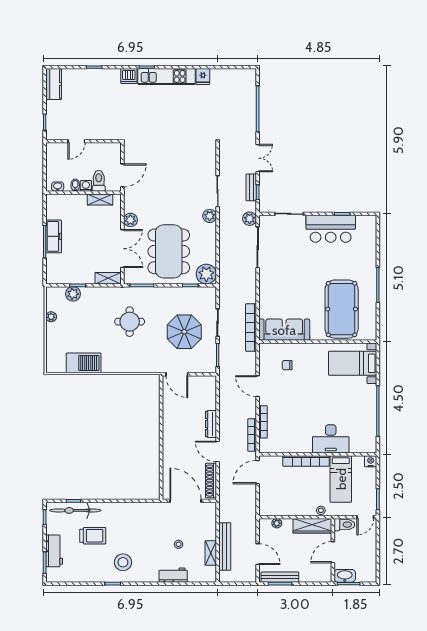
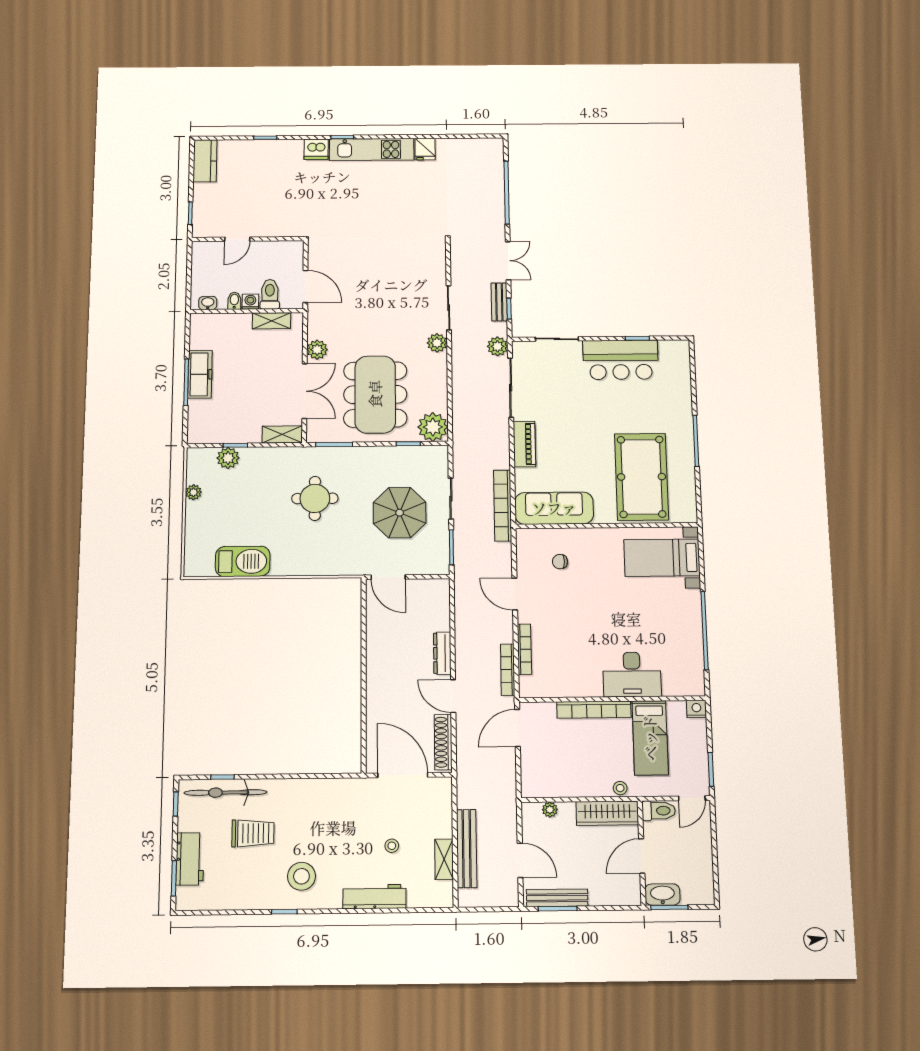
door: (122, 175) -> (305, 286), hinge flipped
piano: (266, 286) -> (524, 444), added
workbench: (173, 575) -> (374, 897), width x1.38

